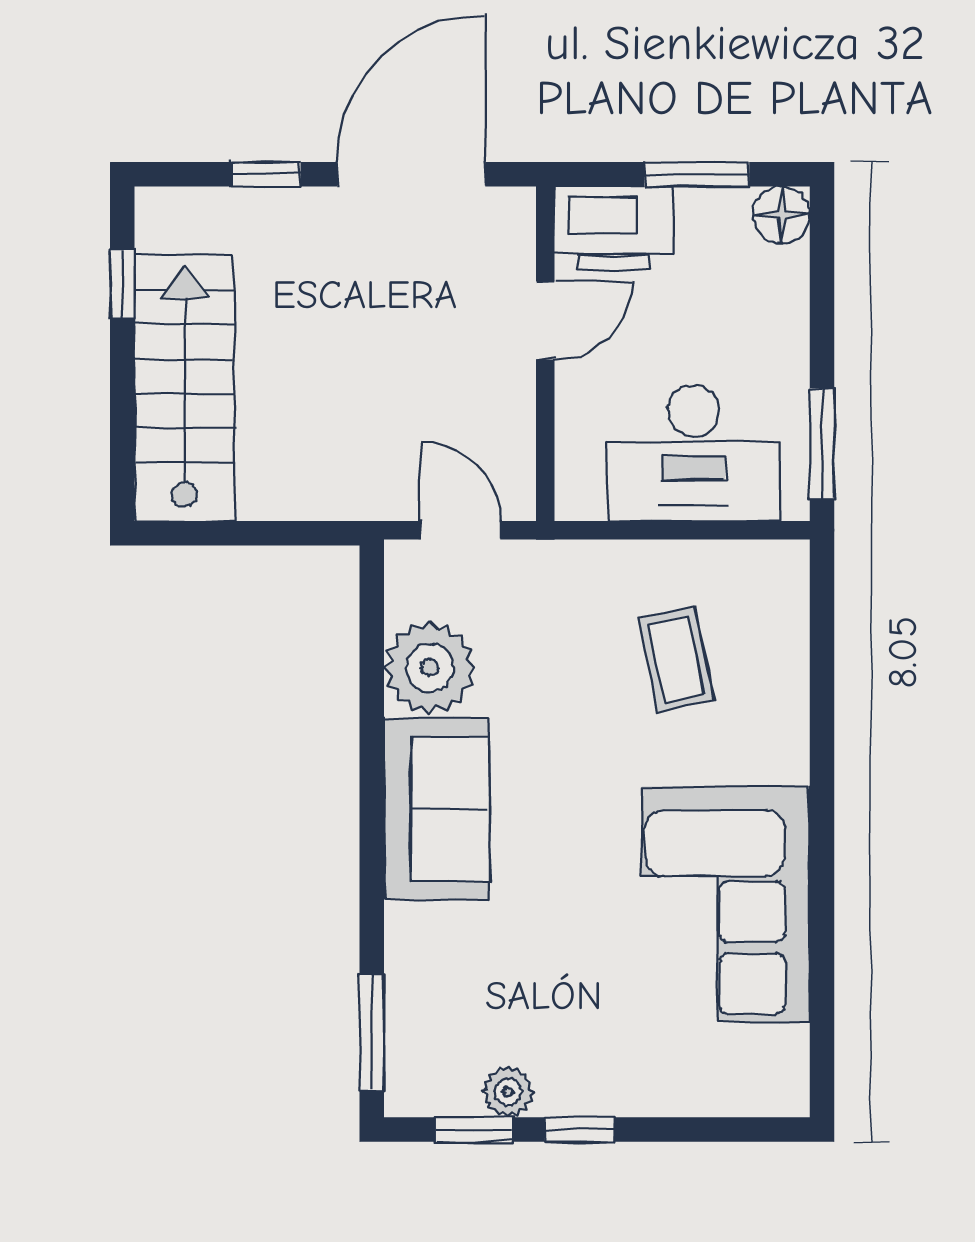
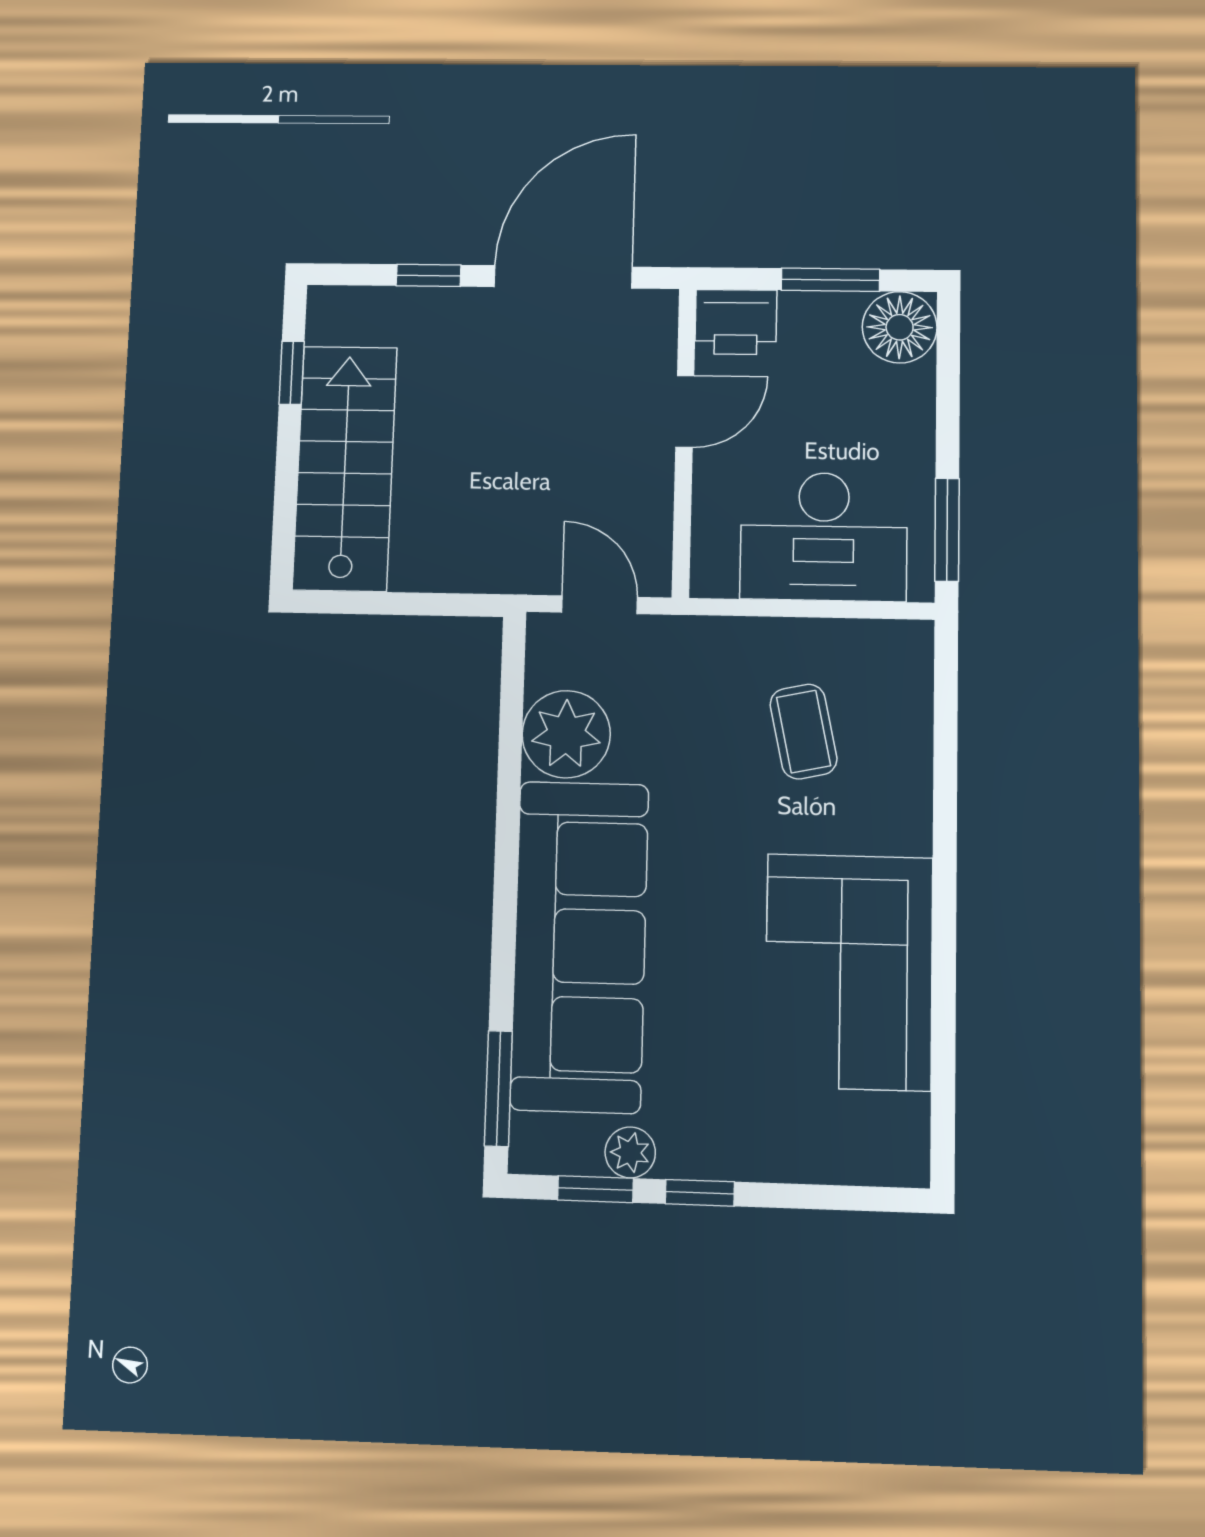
floor lamp: (781, 215) -> (900, 327), width x1.38, depth x1.38
printer: (613, 229) -> (736, 322), width x0.73, depth x0.84
sofa: (436, 809) -> (580, 946), width x1.85, depth x1.27

